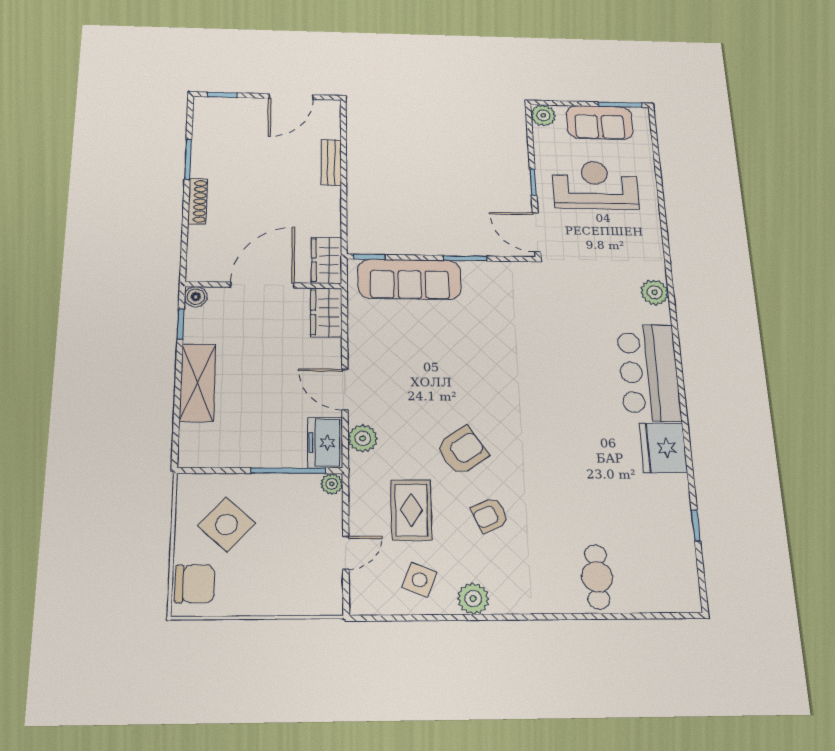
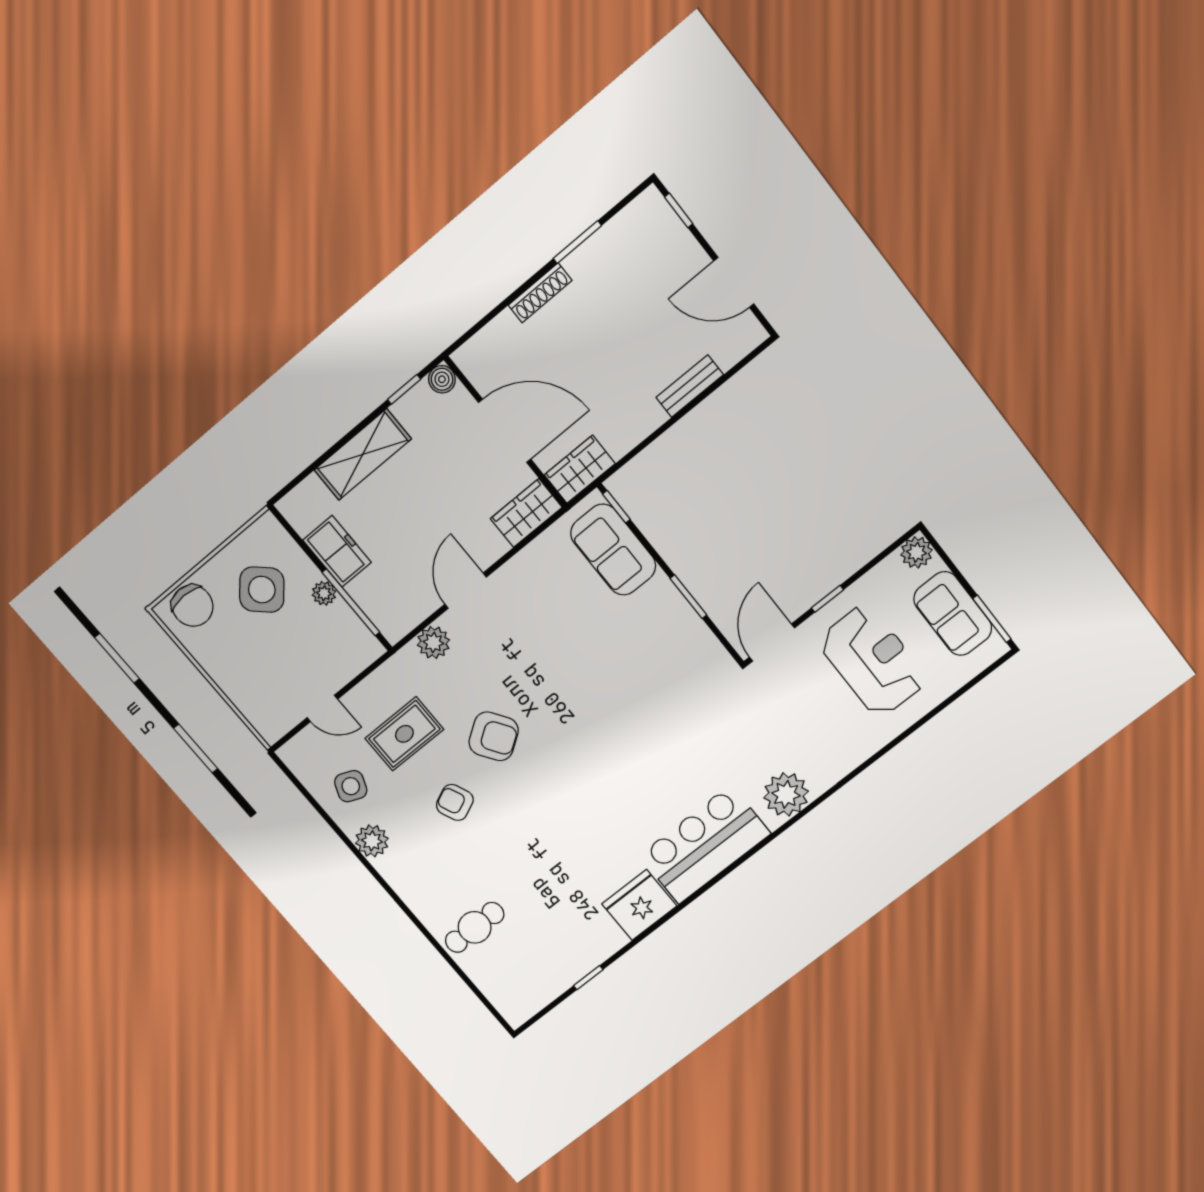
sofa: (410, 279) -> (613, 550), width x0.73
plant: (655, 292) -> (786, 794), width x1.36, depth x1.36
freezer: (325, 443) -> (337, 551), moved, turned 90
plant: (332, 484) -> (324, 593), moved

